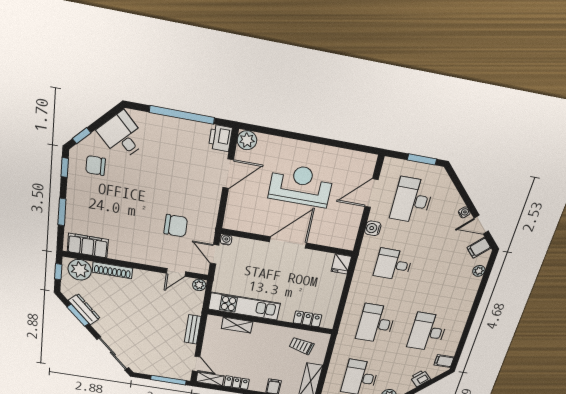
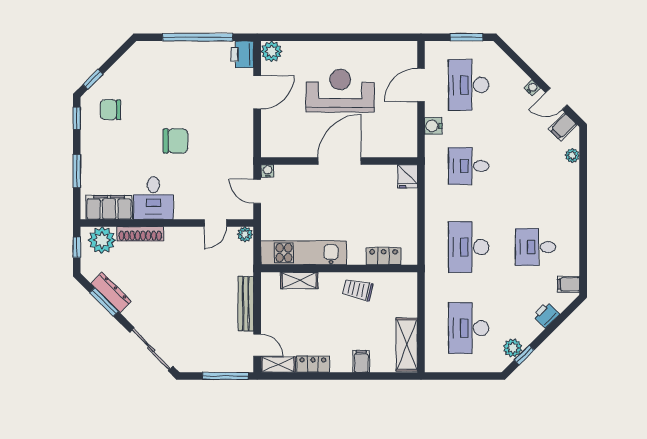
desk: (122, 136) -> (153, 198), moved, turned -135
chair: (176, 226) -> (176, 141), moved
bench: (193, 329) -> (246, 304), width x1.36
desk: (427, 332) -> (535, 247), width x0.73
trolley: (302, 346) -> (358, 290), moved

